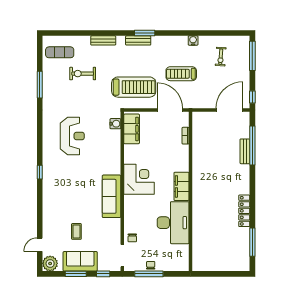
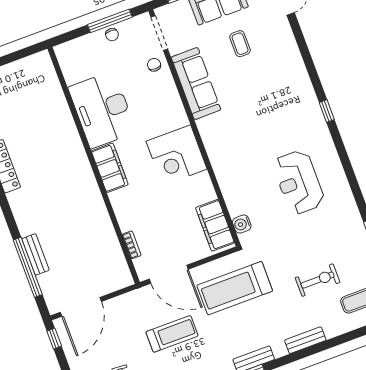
sofa: (111, 196) -> (196, 84), moved

